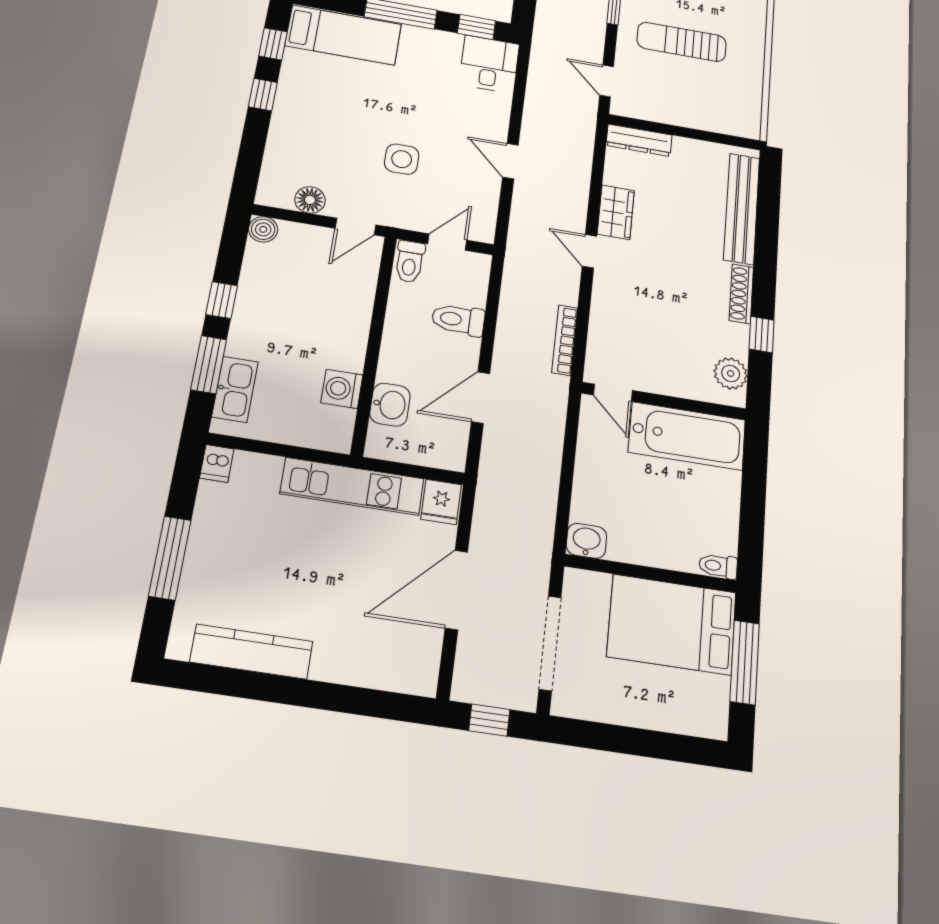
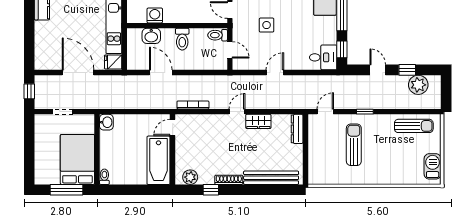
toilet: (458, 320) -> (182, 39), moved, turned 180
doorway: (550, 643) -> (63, 112), width x0.53

